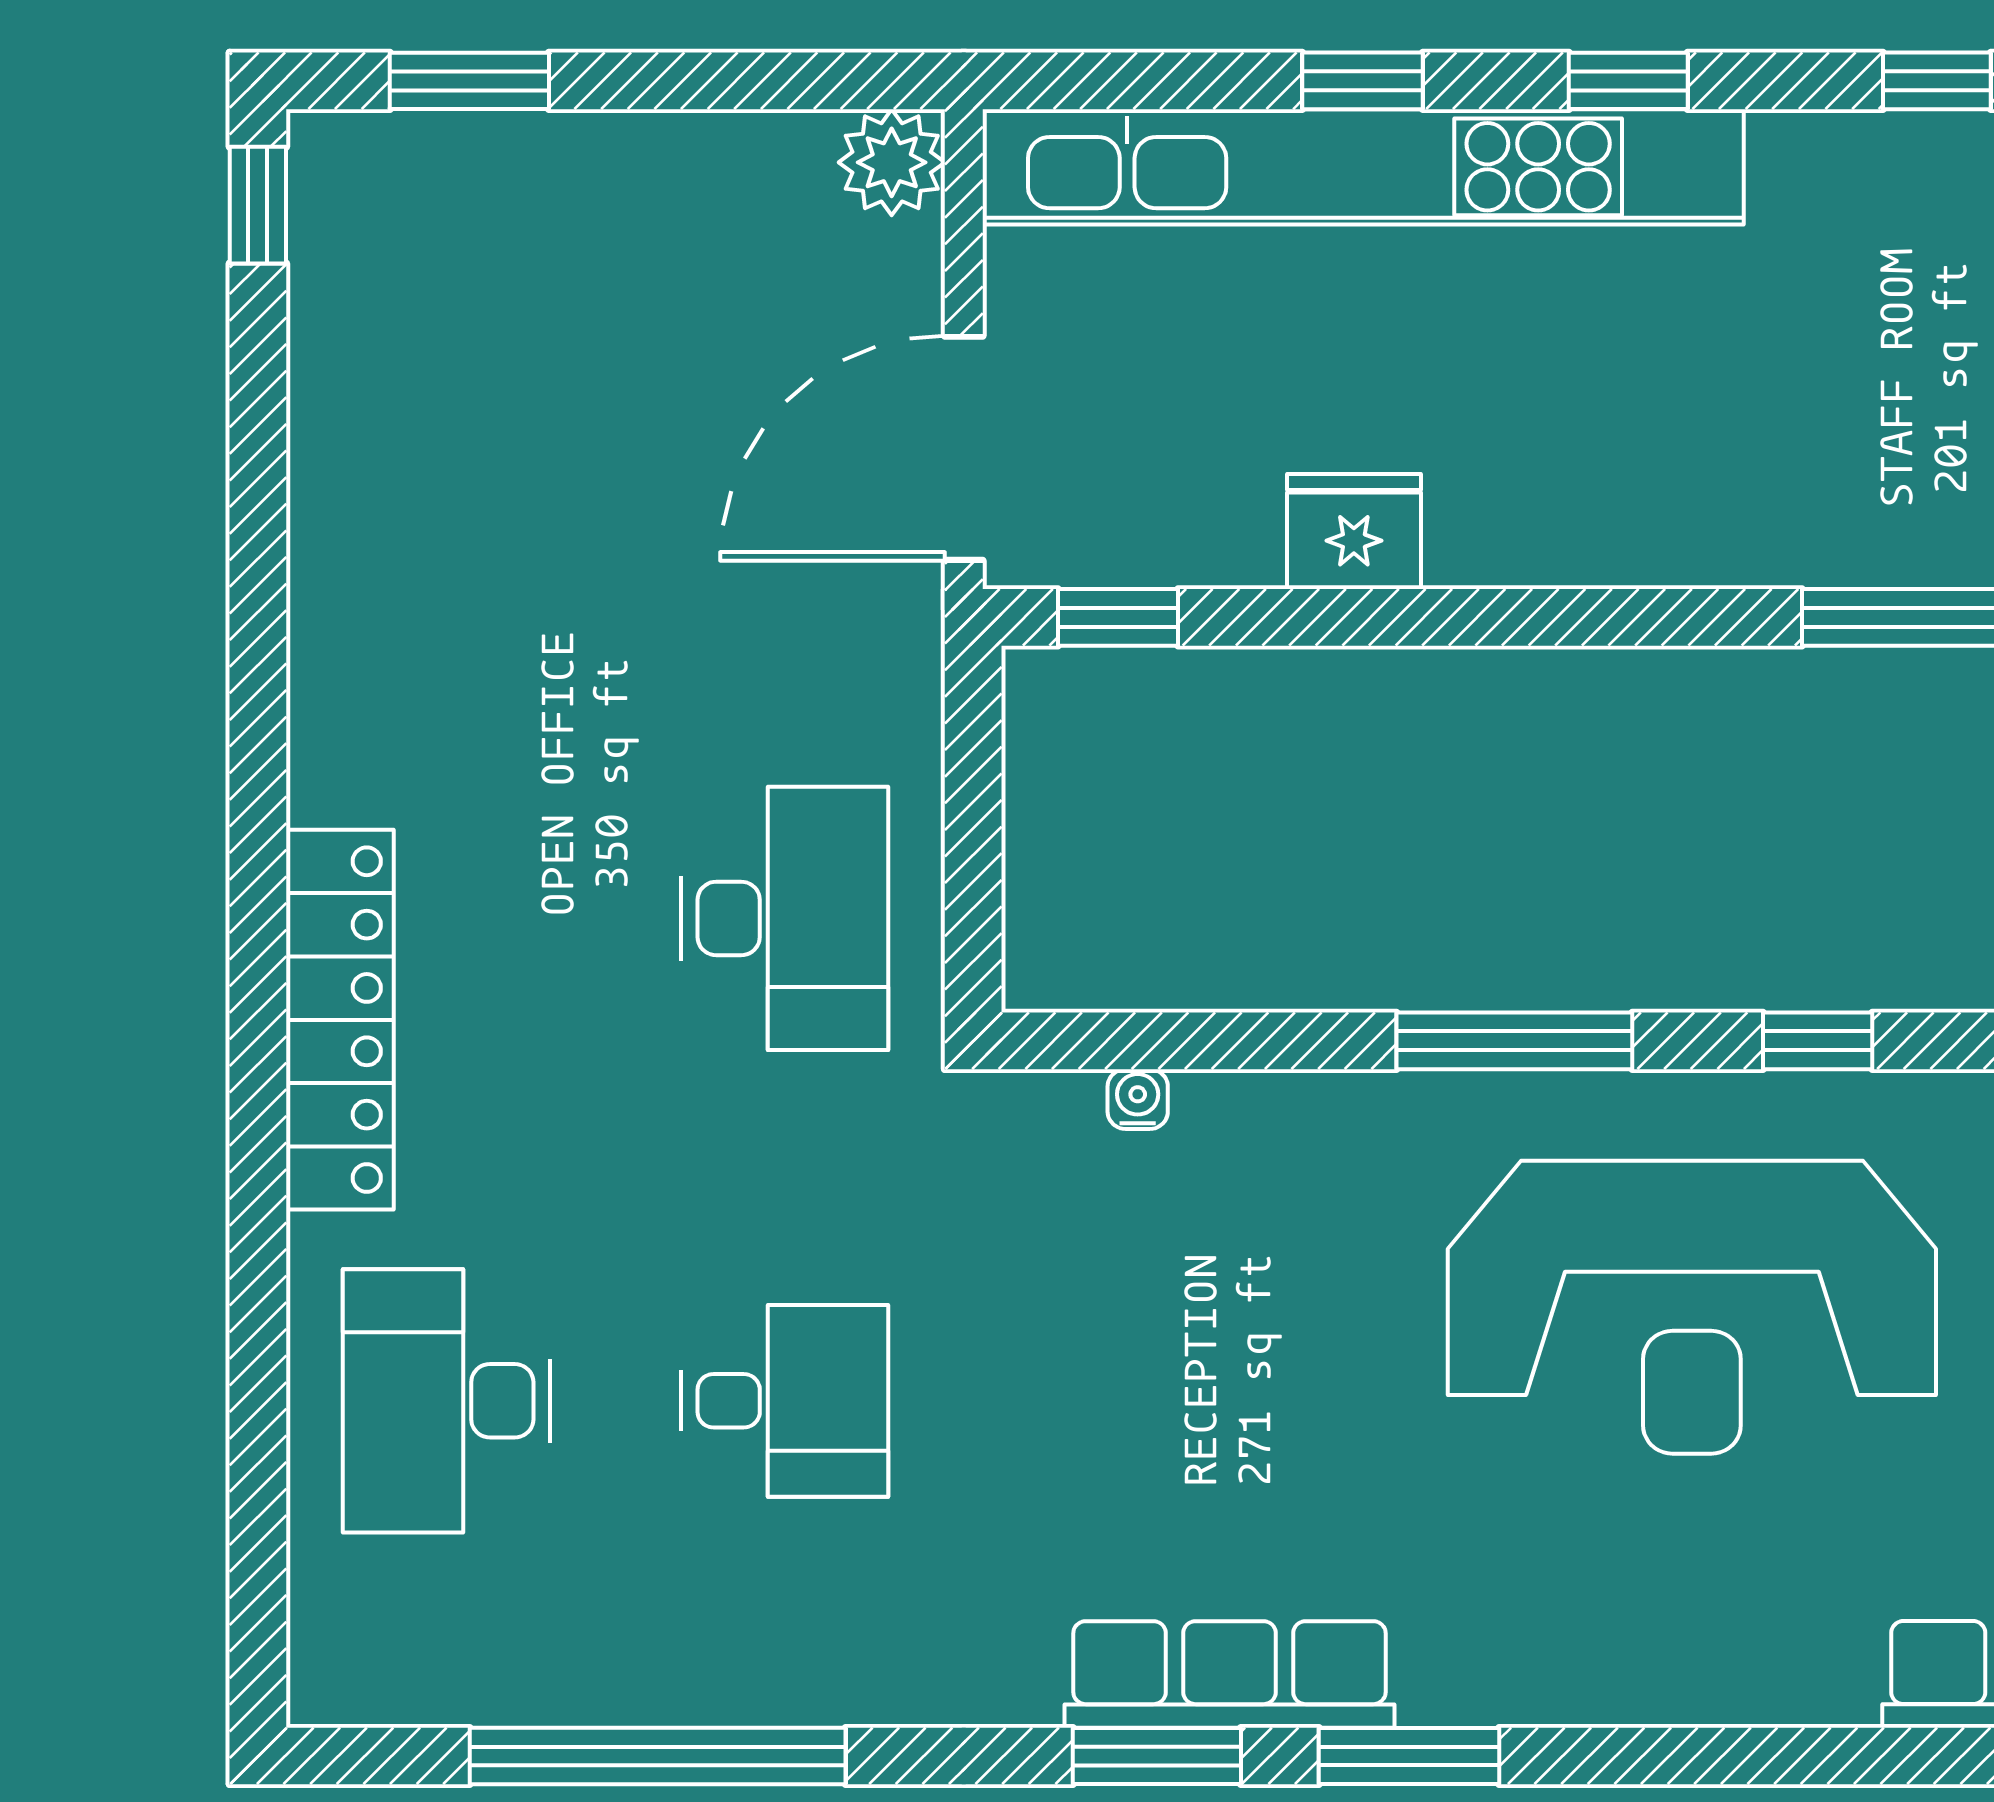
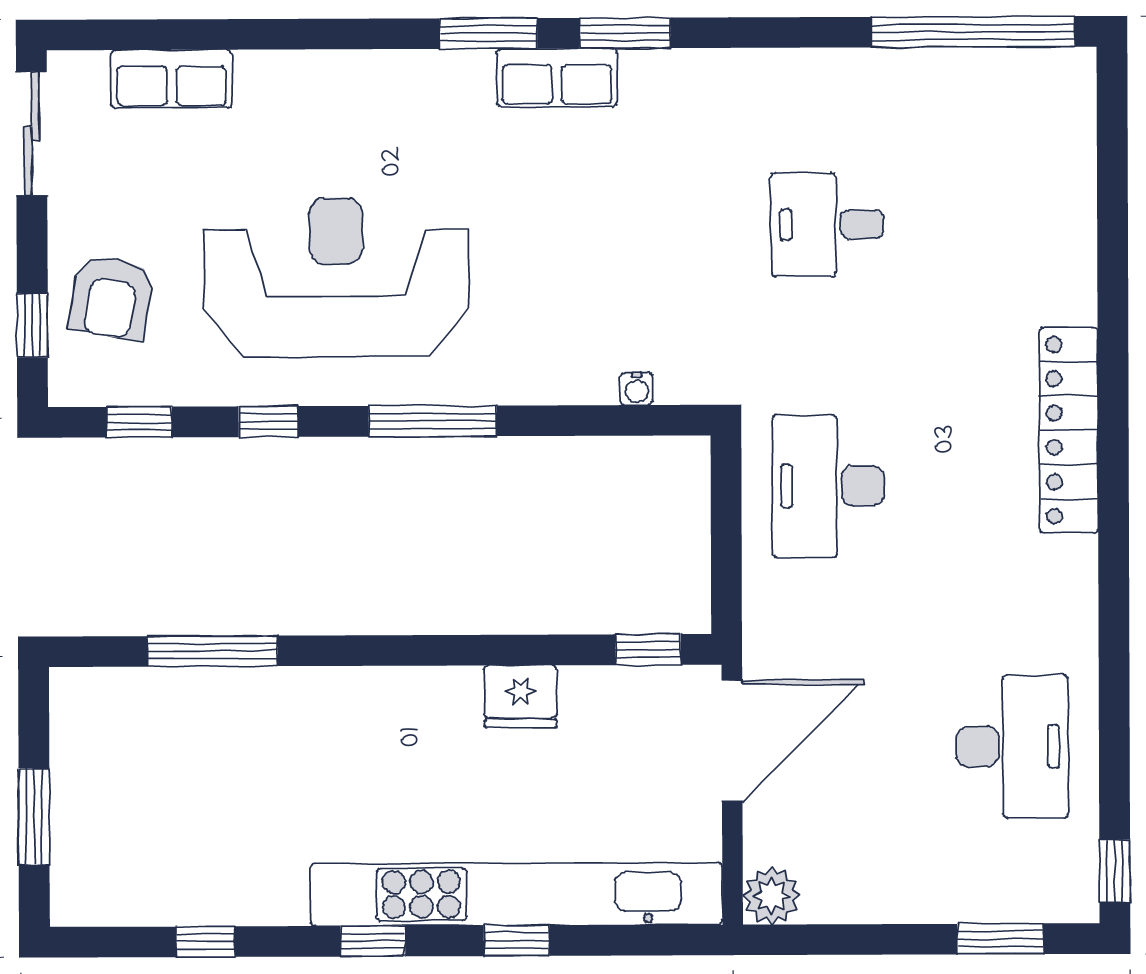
desk: (446, 1401) -> (1012, 746), moved
row of seats: (1229, 1674) -> (557, 77), width x0.68
window: (658, 1756) -> (973, 32), moved

